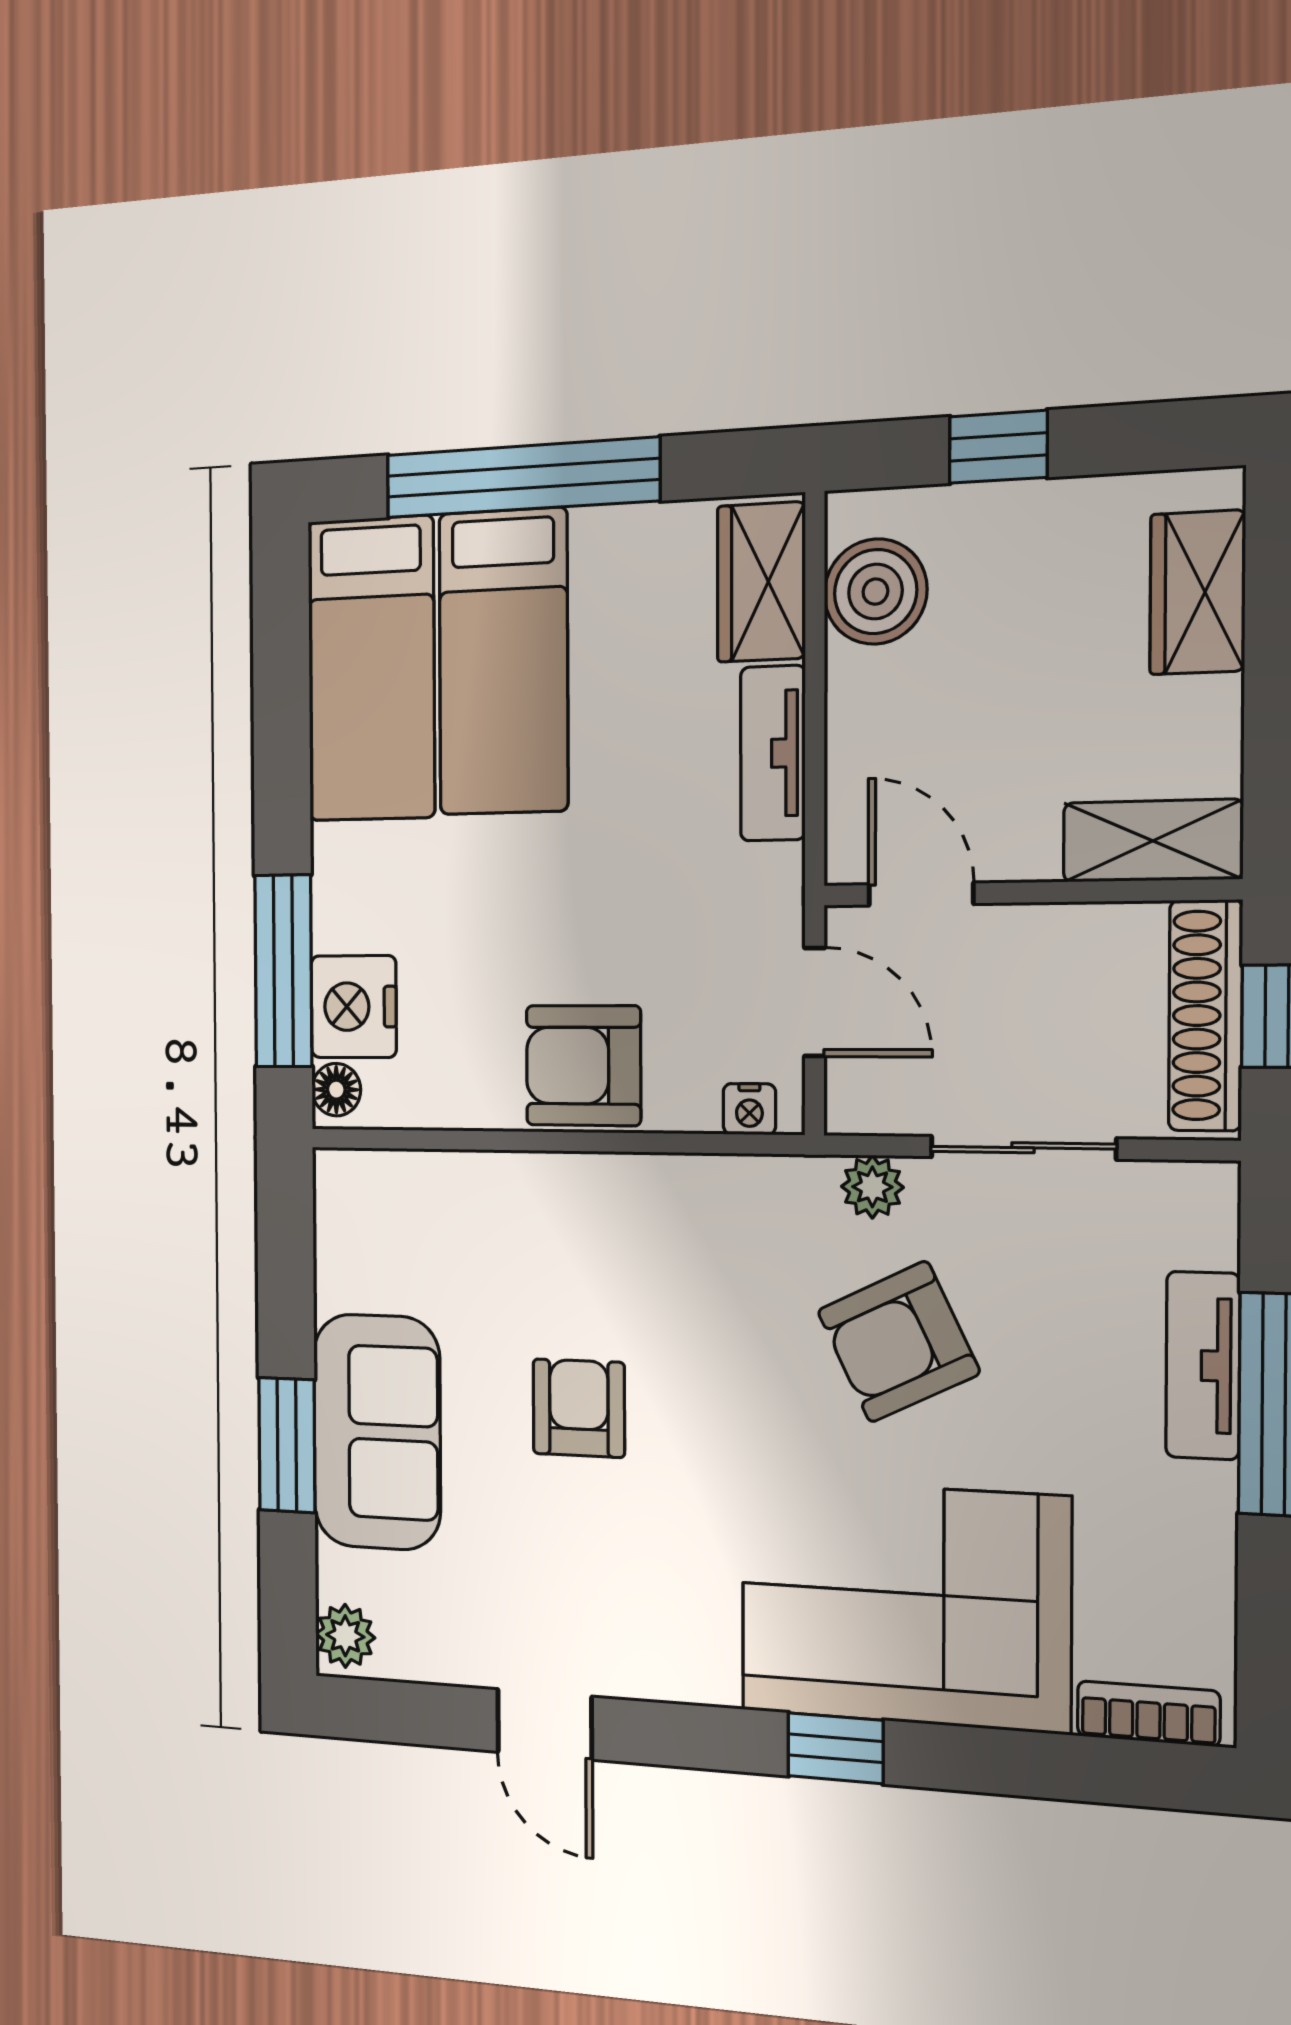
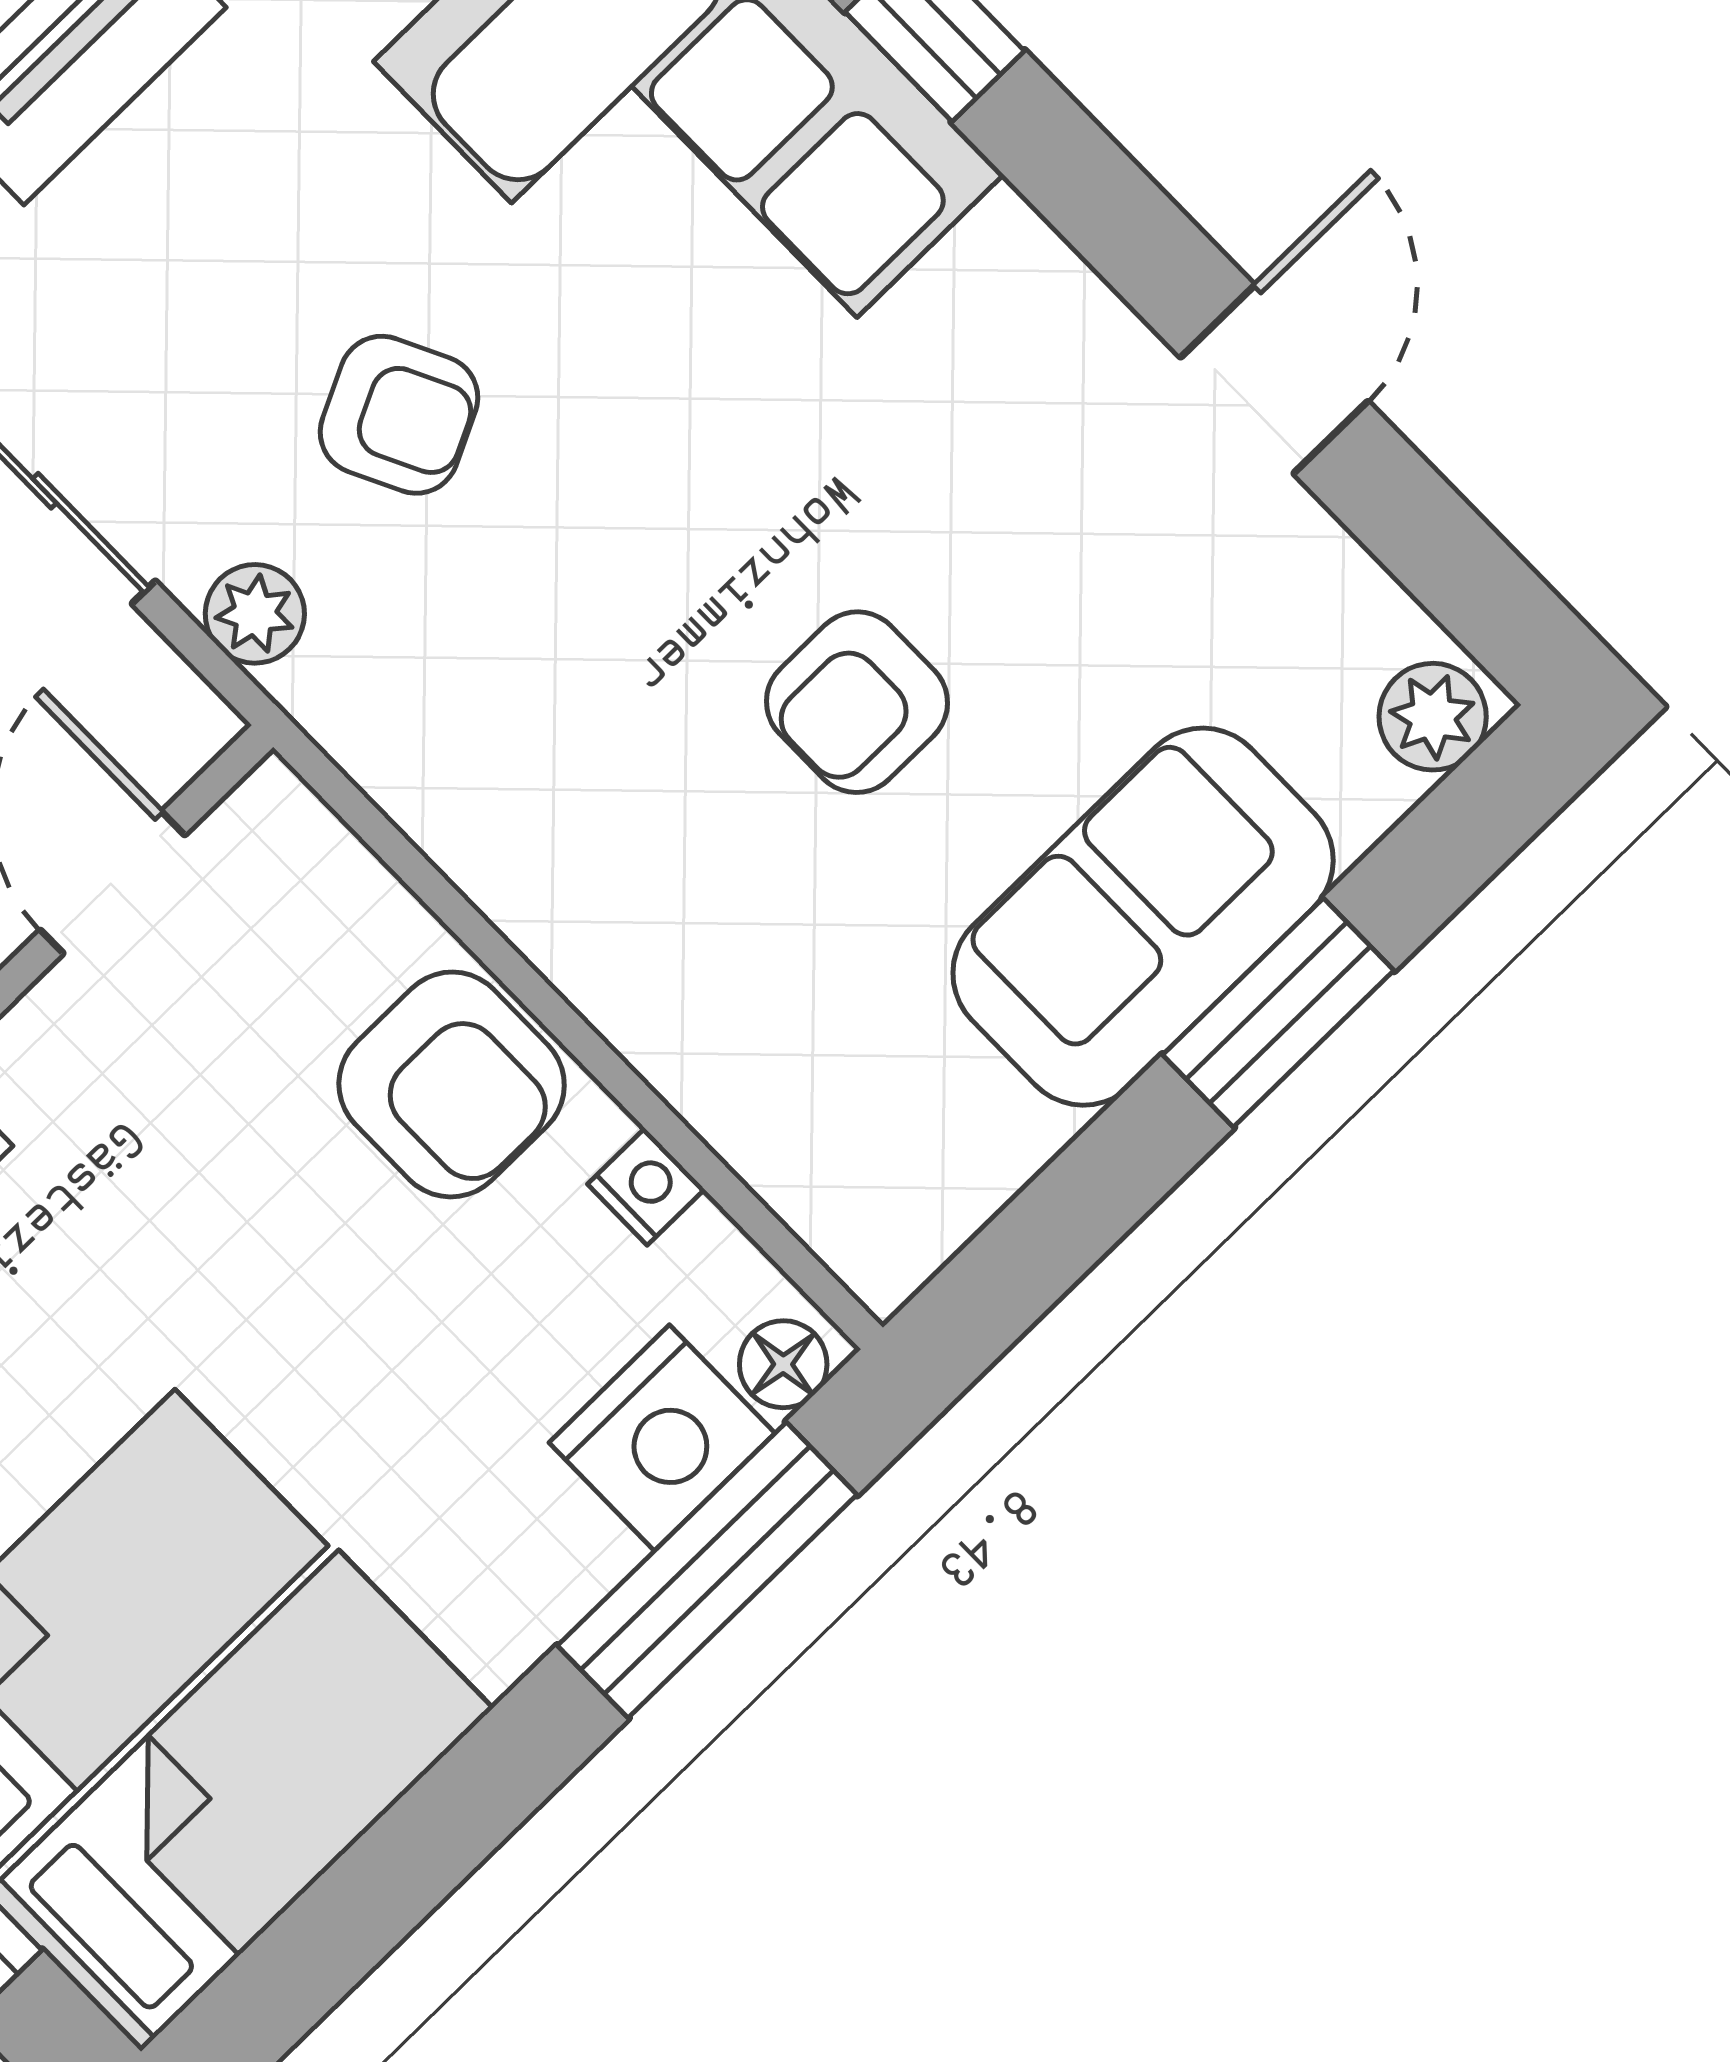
nightstand: (749, 1109) -> (646, 1187), moved
armchair: (898, 1342) -> (399, 415), width x0.72, depth x0.72

